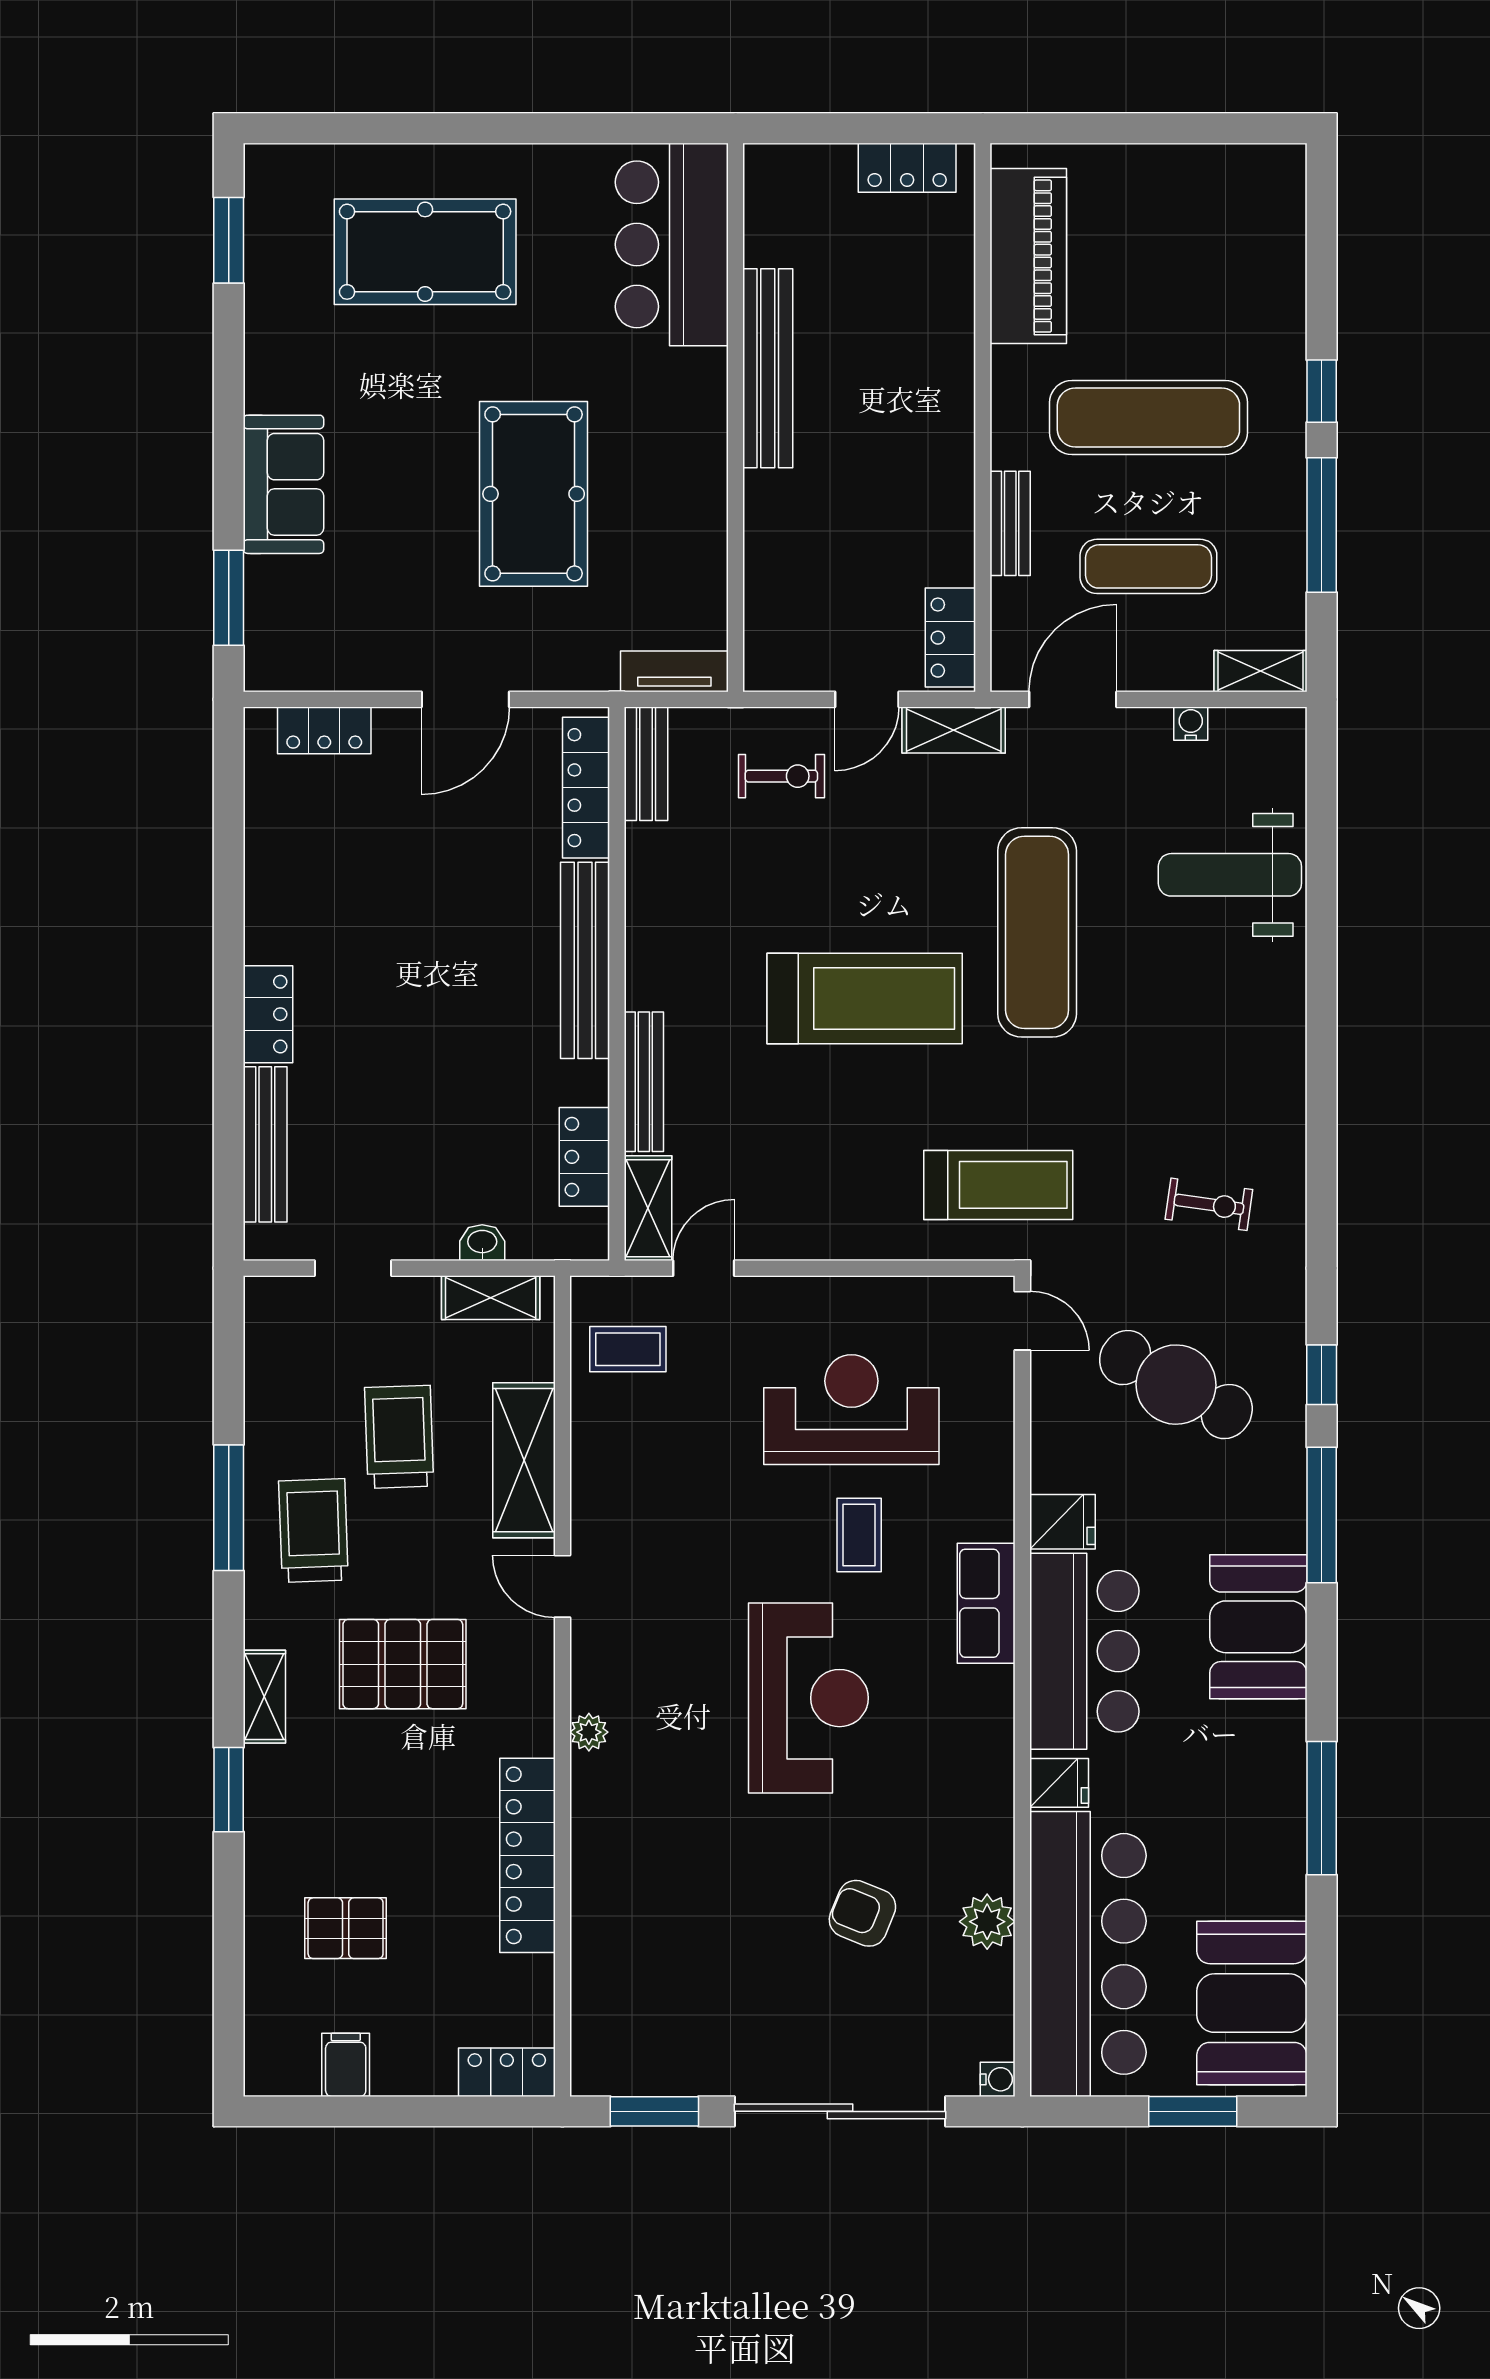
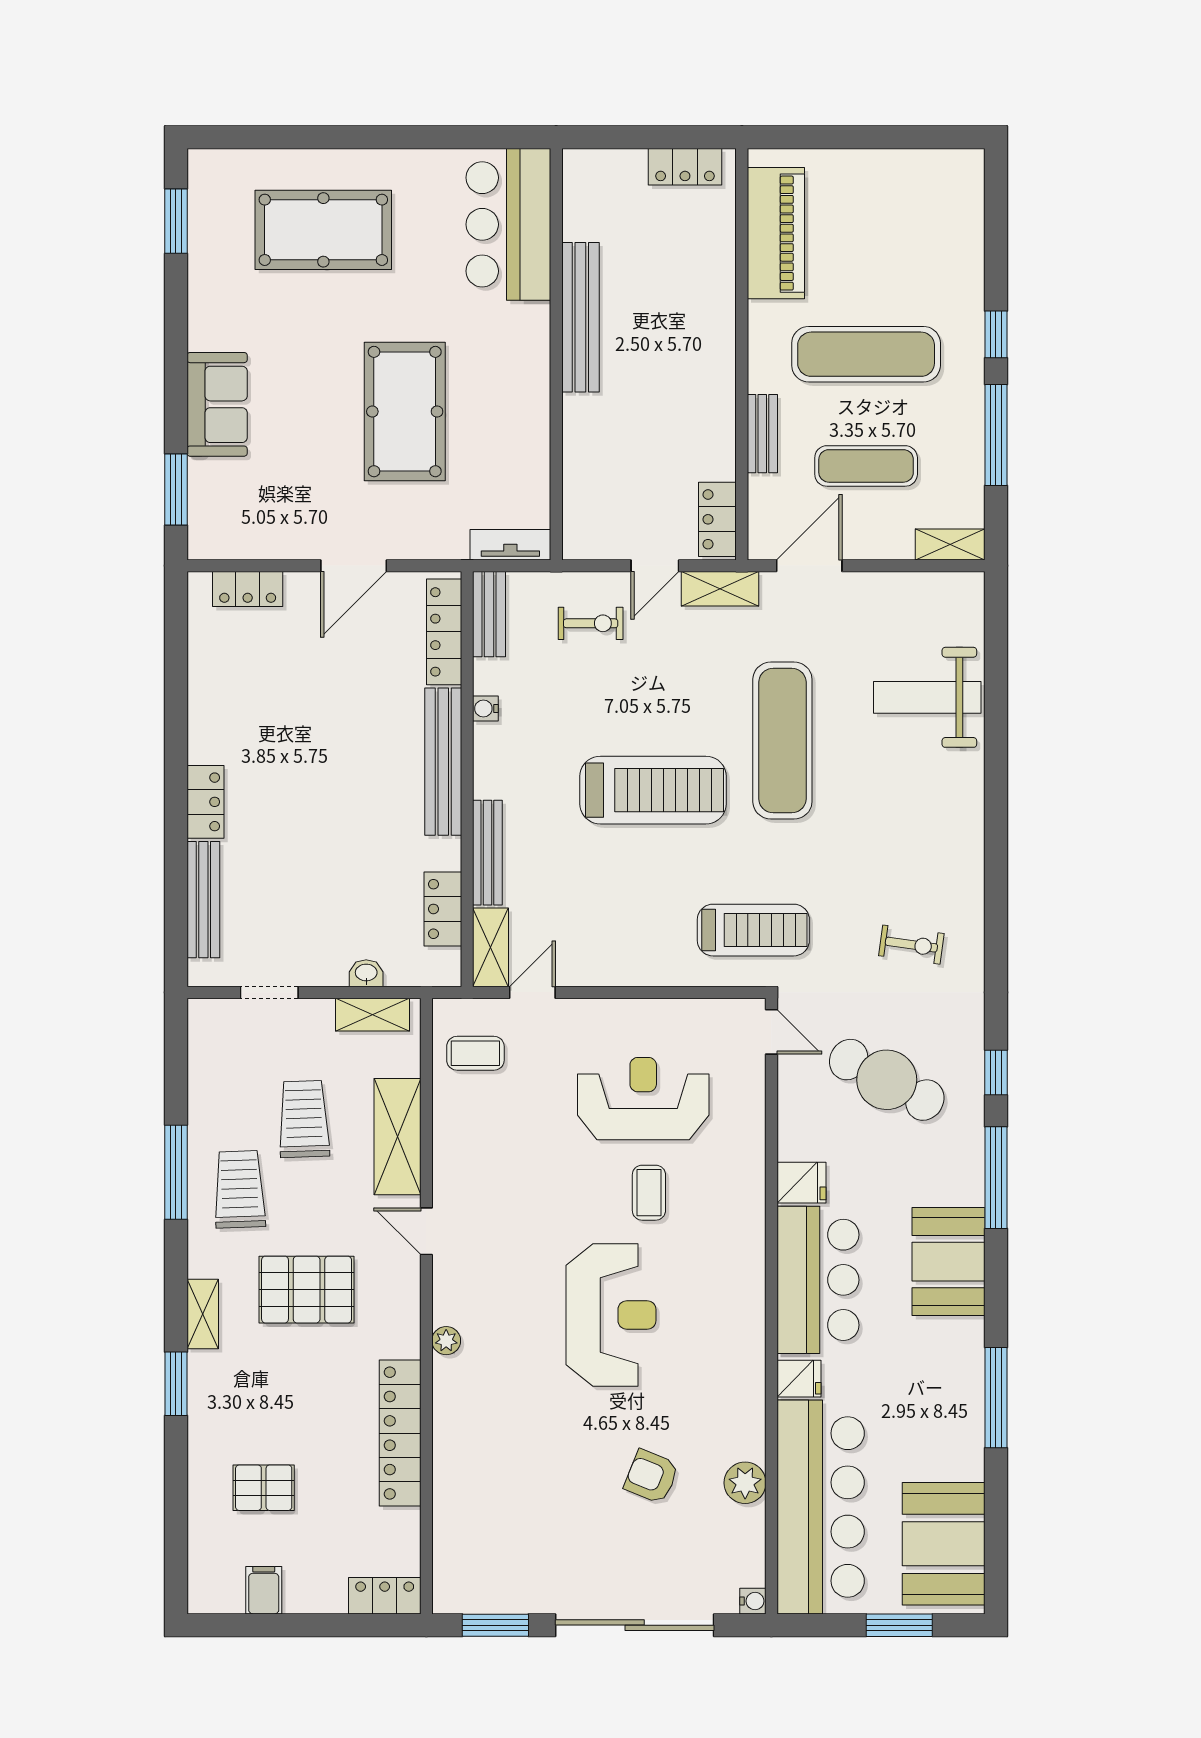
water cooler: (1191, 724) -> (485, 709), moved, turned -90
row of seats: (986, 1603) -> (744, 1244), removed

